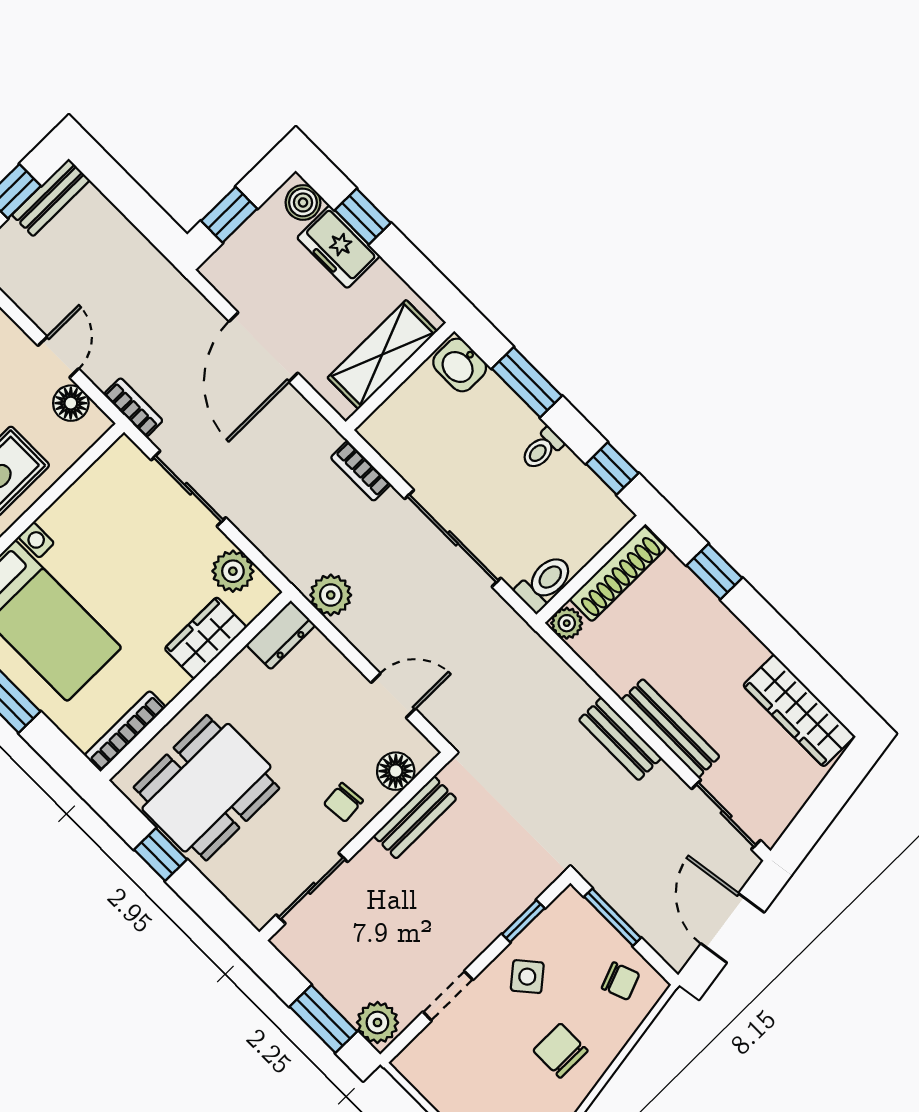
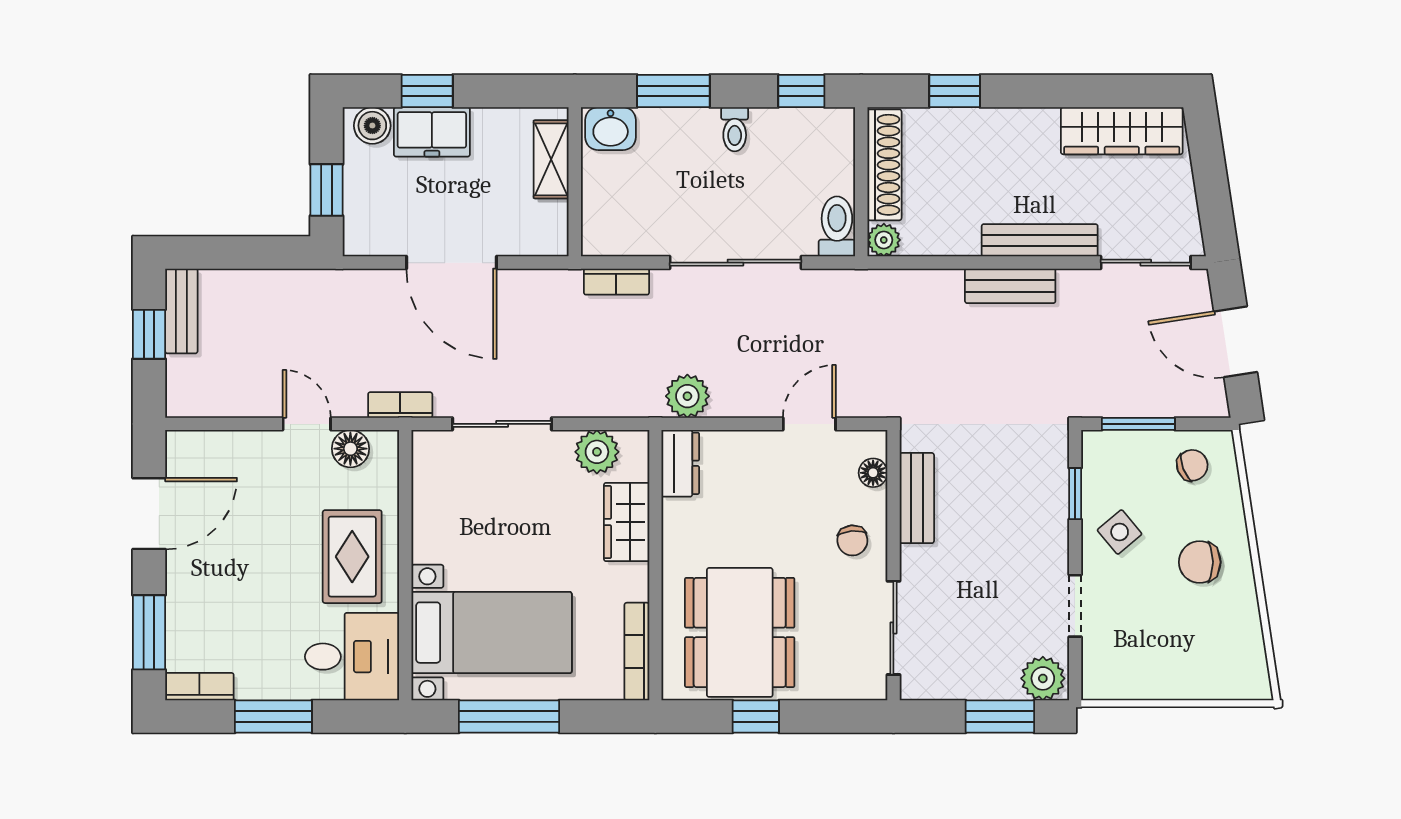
shelving: (382, 355) -> (551, 159), width x0.67, depth x0.75
floor lamp: (396, 771) -> (873, 473), width x0.73, depth x0.73

